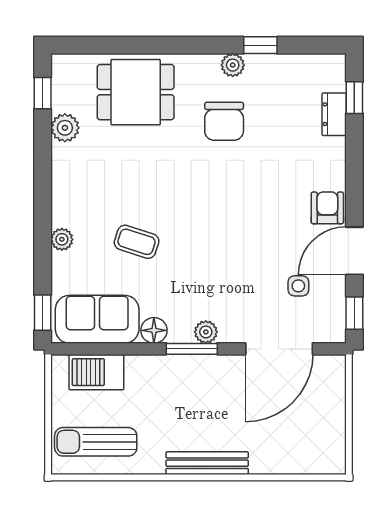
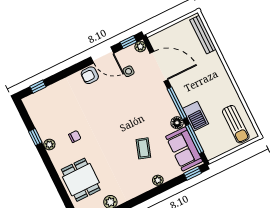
dresser: (334, 114) -> (49, 92), removed
chair: (224, 121) -> (75, 137), width x0.54, depth x0.54
plant: (206, 332) -> (140, 46), moved
window: (107, 349) -> (195, 139), added
window: (192, 349) -> (177, 103), width x1.44
barbecue: (96, 372) -> (196, 116), moved
bench: (207, 463) -> (203, 35), moved

